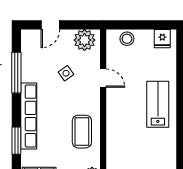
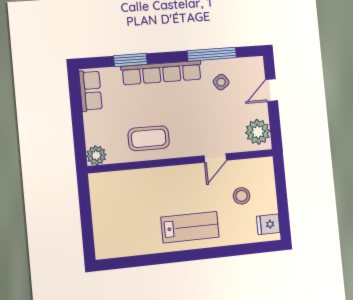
door: (50, 25) -> (272, 90), hinge flipped
stool: (127, 39) -> (242, 196), moved
side table: (66, 73) -> (221, 82), moved

